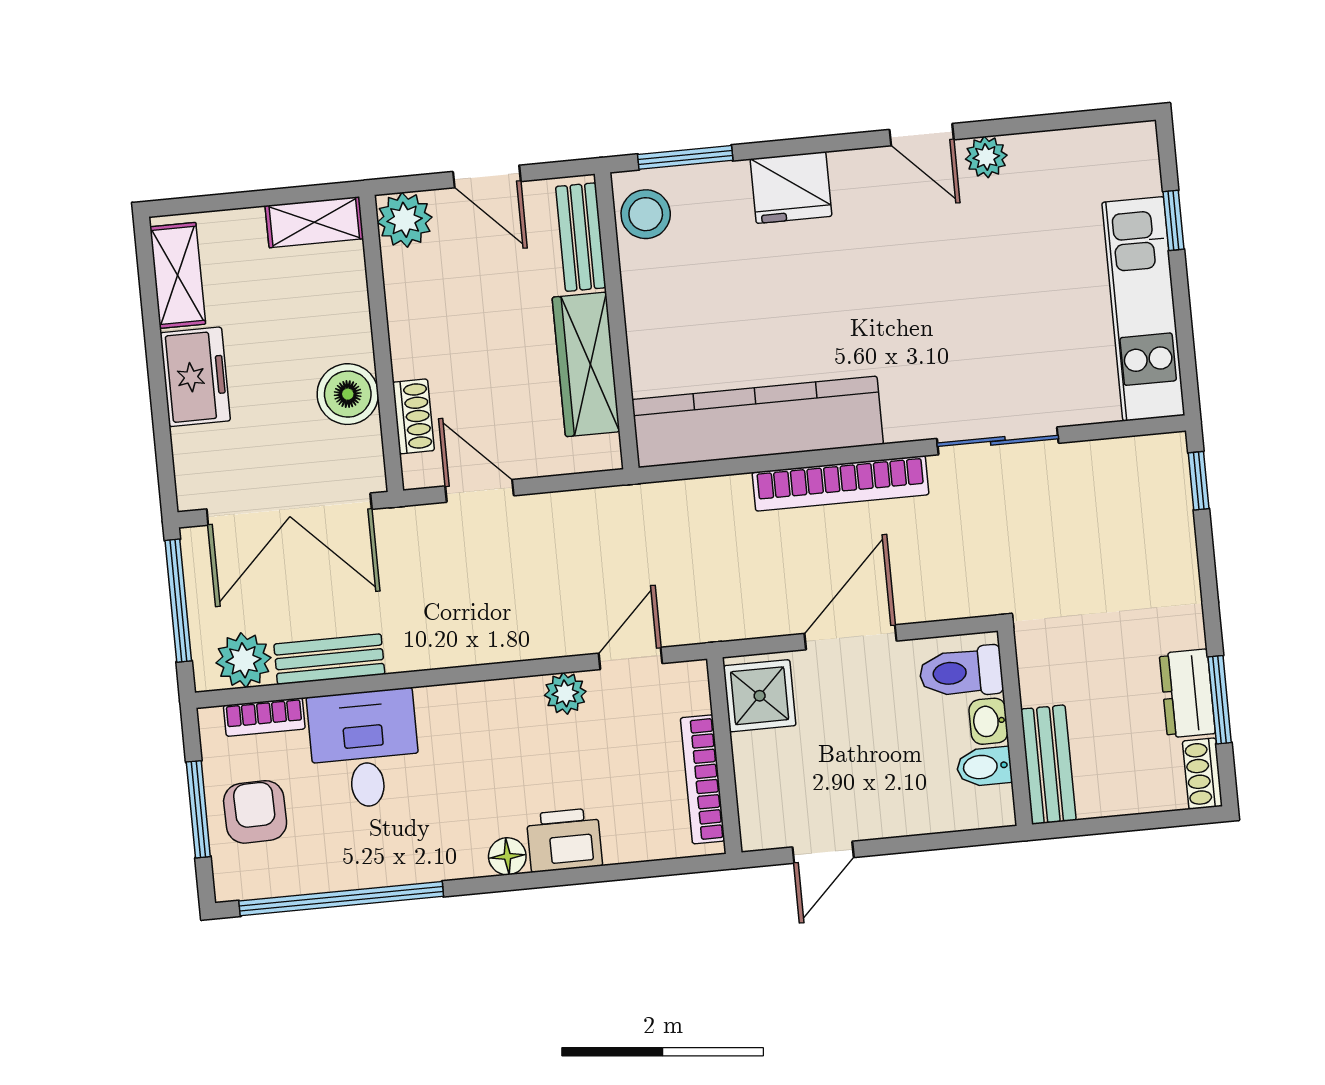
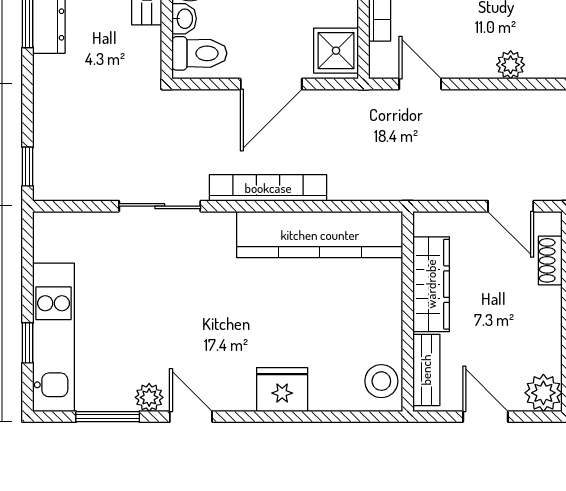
window: (685, 157) -> (108, 417), moved
kitchen unit: (1143, 309) -> (54, 337), moved
door: (630, 658) -> (420, 84), swing flipped
plant: (565, 693) -> (511, 65), moved

